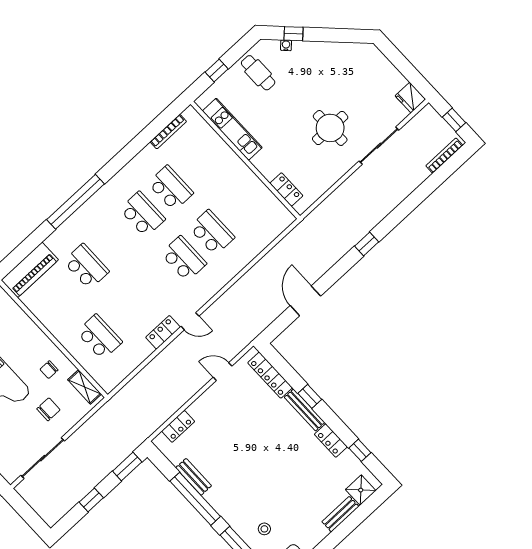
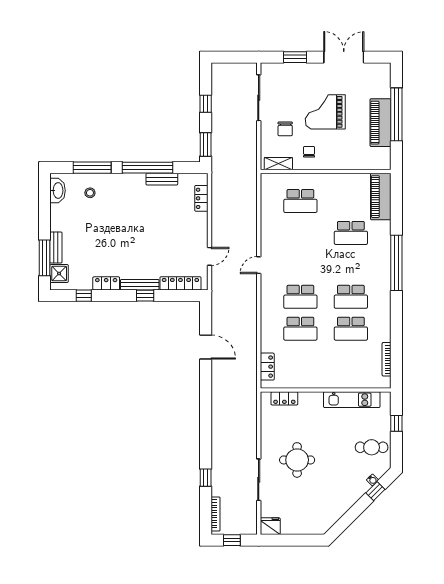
window: (367, 244) -> (206, 478), moved
locker: (163, 332) -> (267, 367), moved
window: (359, 516) -> (45, 258), added

